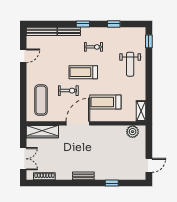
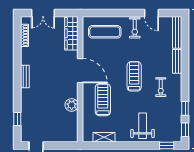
window: (83, 24) -> (185, 130), moved
weight bench: (130, 64) -> (143, 126), turned 90
exercise bike: (68, 91) -> (135, 28), moved
shelving: (141, 111) -> (104, 137), moved
plant: (133, 132) -> (72, 105), moved
window: (112, 183) -> (17, 119), moved

